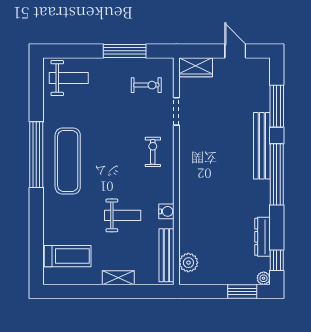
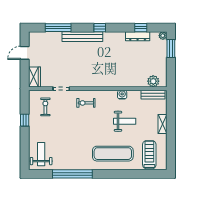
window: (125, 51) -> (25, 120), width x0.46
window: (36, 155) -> (72, 174), moved
exercise mat: (68, 161) -> (113, 154), moved
window: (277, 174) -> (100, 28), width x0.32
weight bench: (123, 215) -> (125, 121), turned 90
bench: (166, 255) -> (153, 95), width x0.73
window: (277, 260) -> (141, 28), moved

